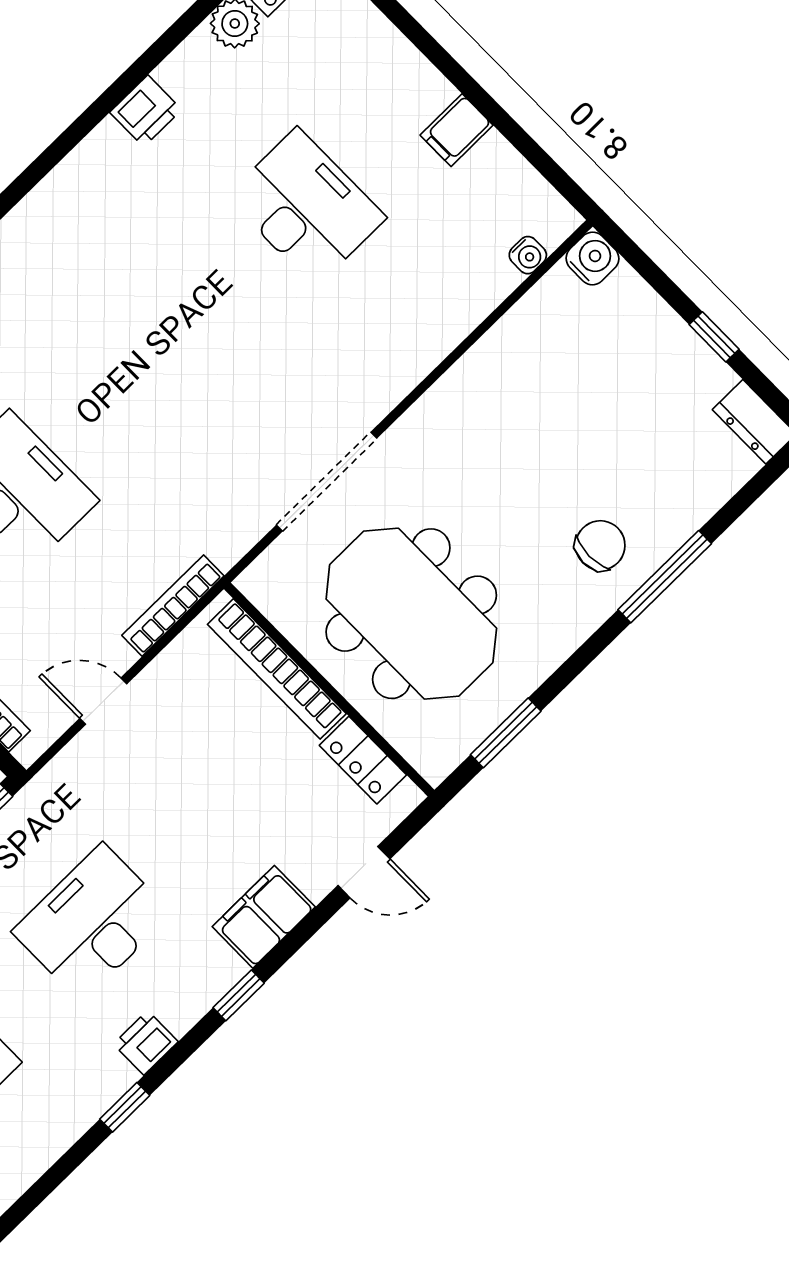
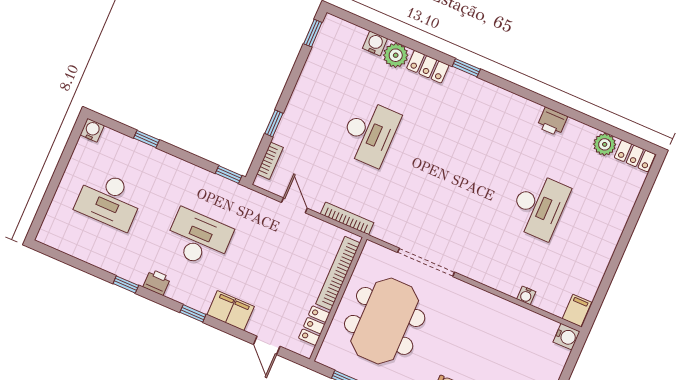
filing cabinet: (457, 130) -> (577, 310), moved, turned 90
water cooler: (528, 255) -> (526, 295), moved

